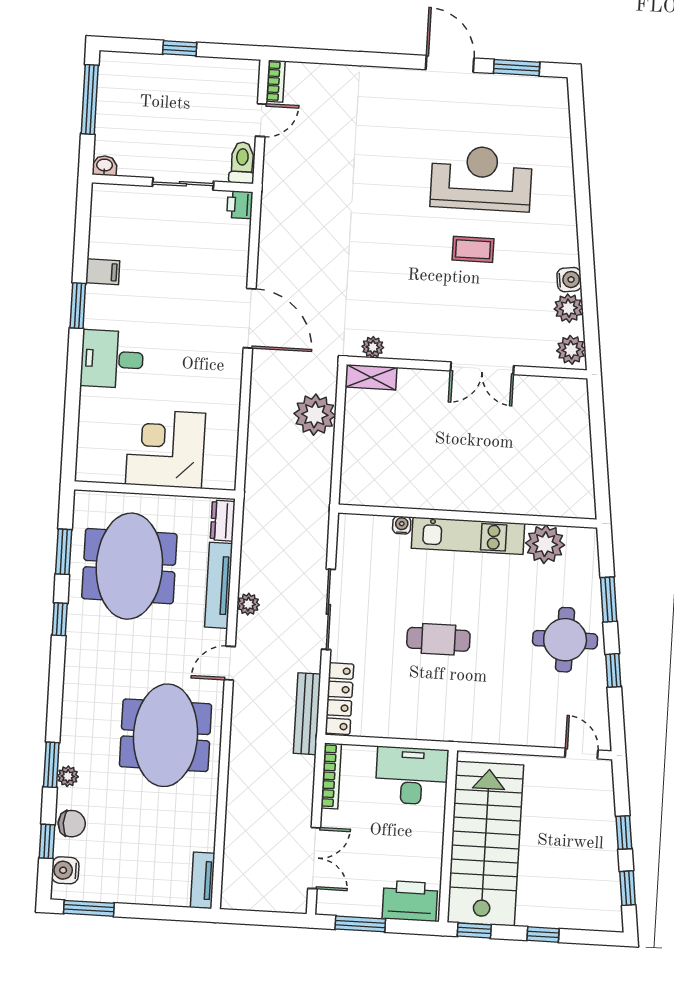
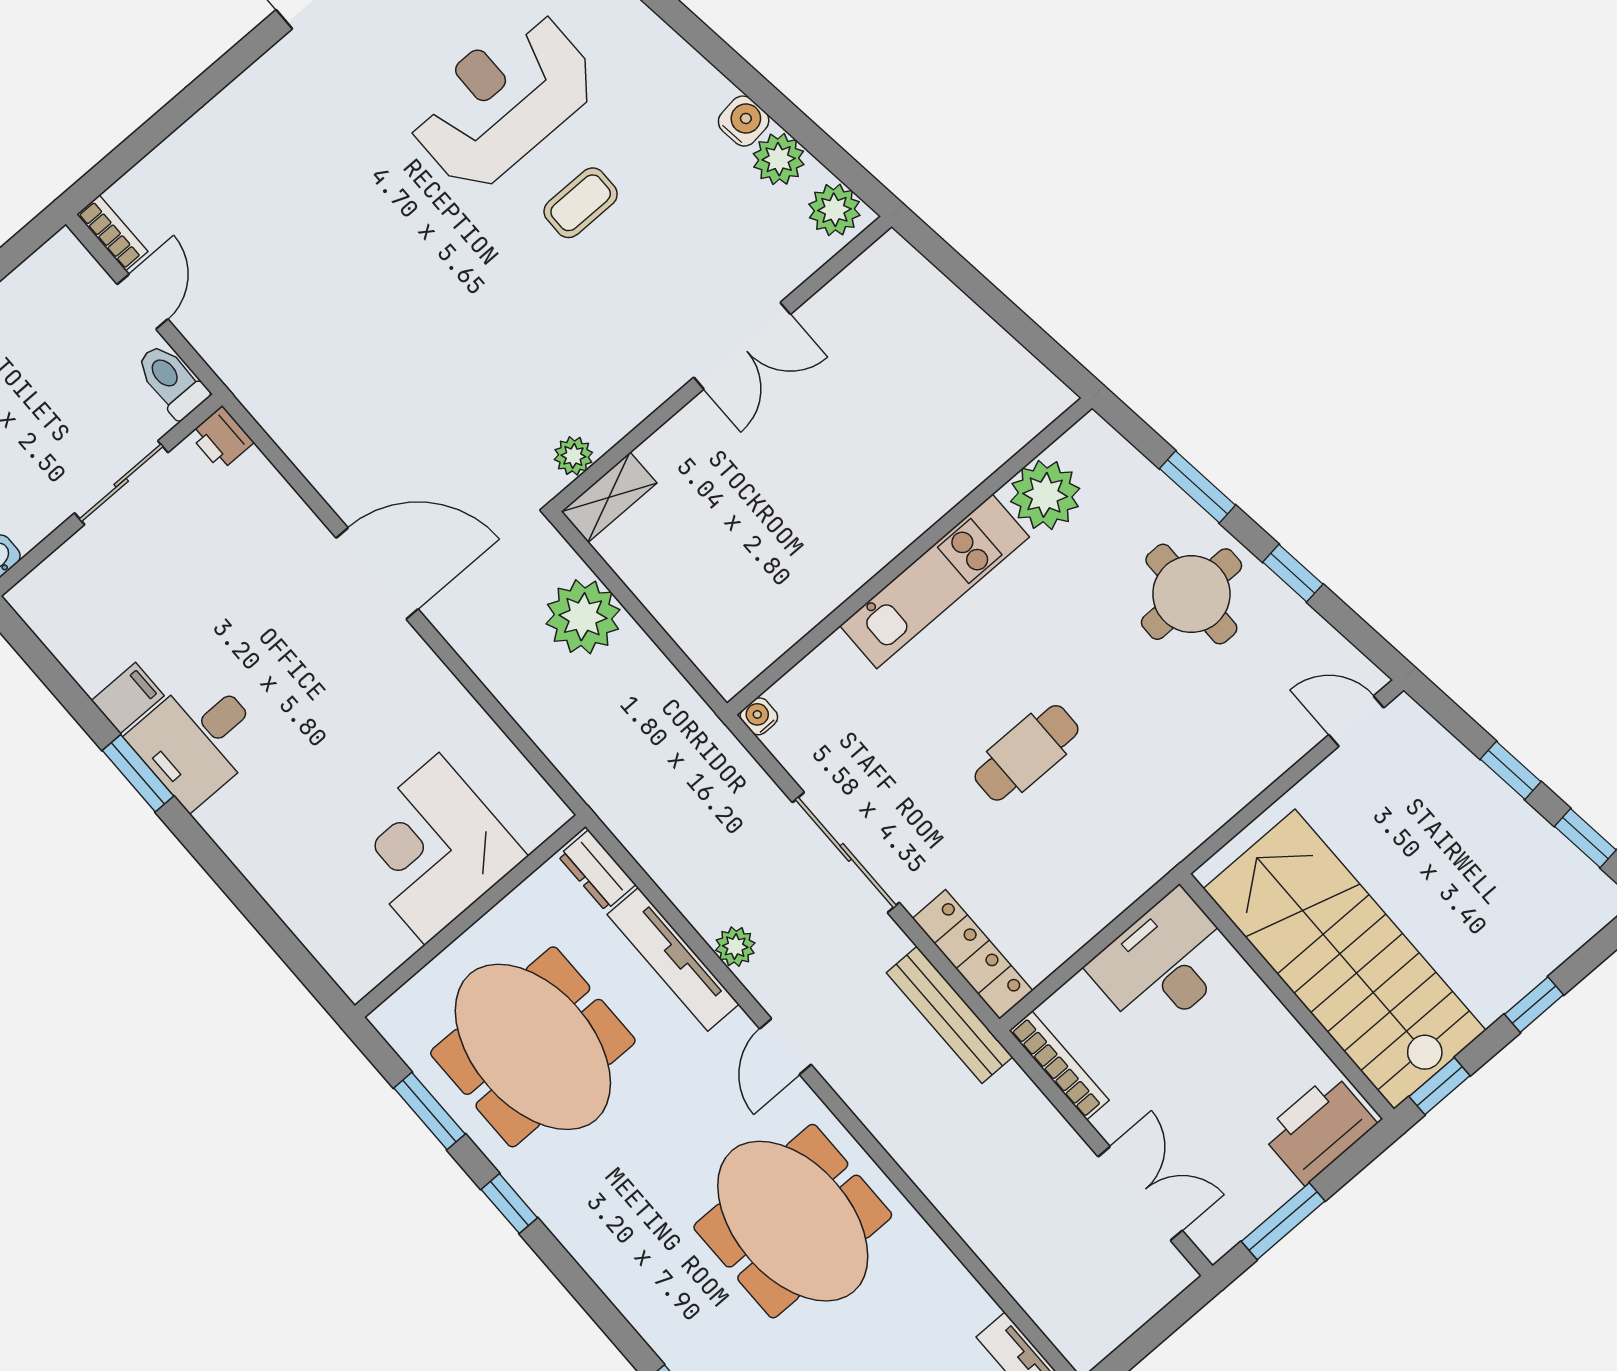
desk: (112, 359) -> (198, 740), moved
water cooler: (402, 525) -> (759, 716), moved

